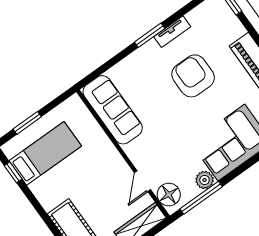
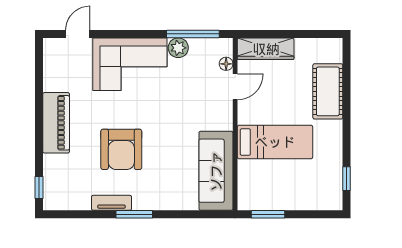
window: (27, 123) -> (268, 214), moved
bed: (45, 153) -> (275, 142), moved, turned 180
floor lamp: (169, 195) -> (226, 64), width x0.53, depth x0.53

